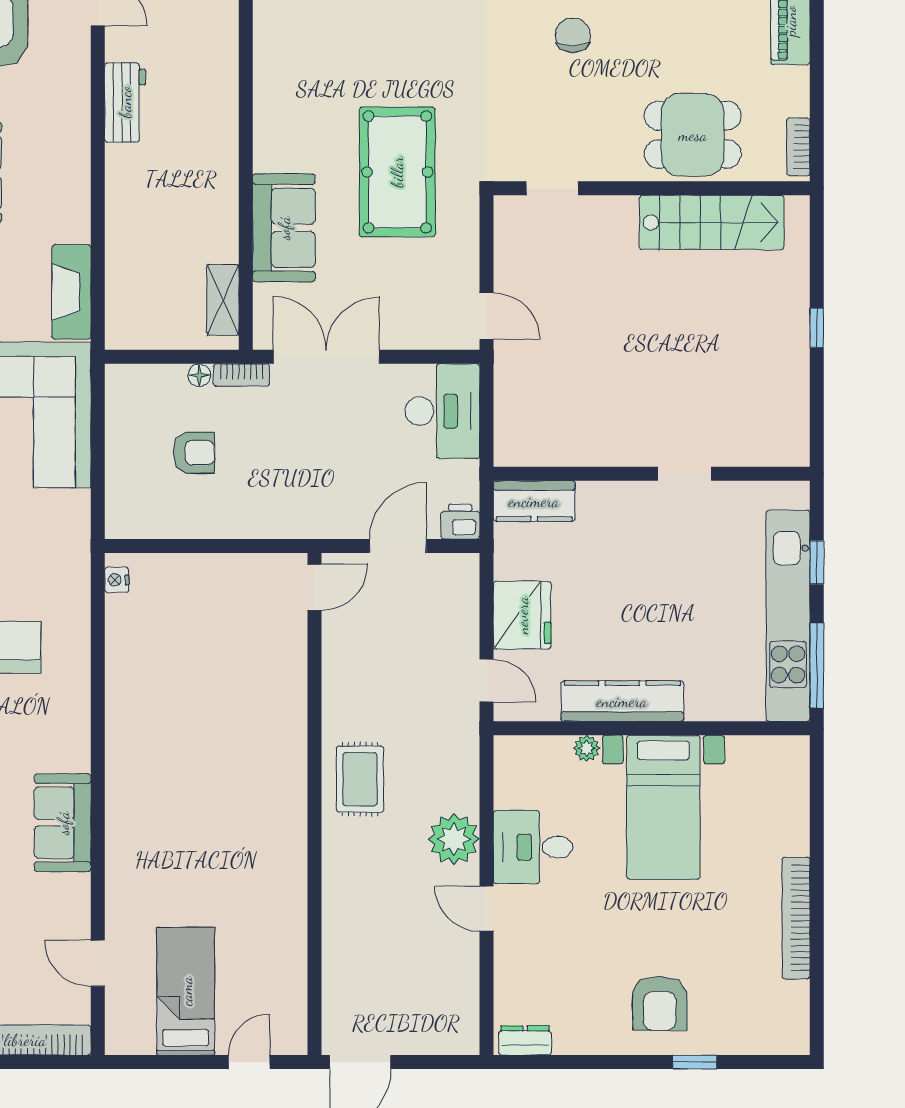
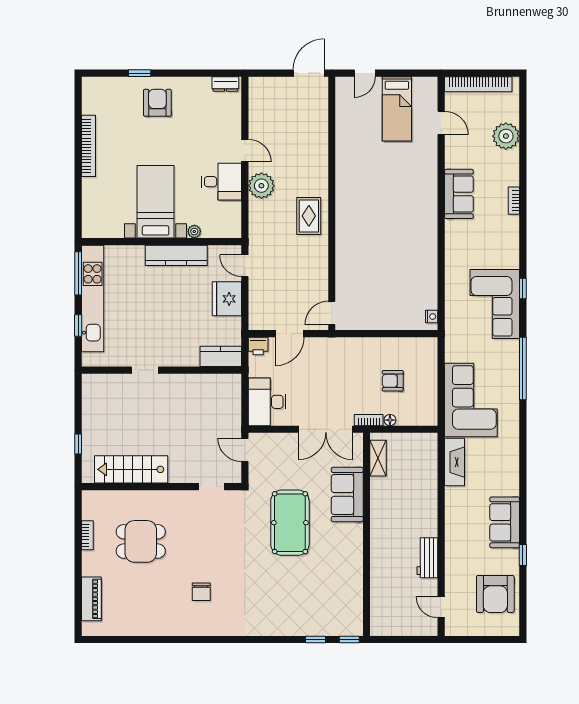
doorway: (552, 188) -> (212, 487), moved
wall: (652, 188) -> (161, 487), moved
stairs: (712, 222) -> (131, 469), moved

